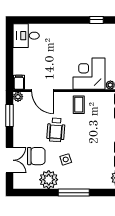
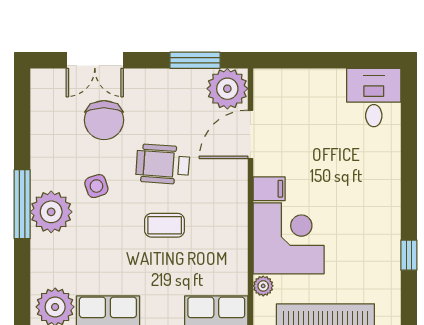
filing cabinet: (19, 82) -> (269, 189), moved
plant: (18, 97) -> (227, 89), width x1.87, depth x1.87
coffee table: (79, 105) -> (165, 225), moved
plant: (49, 180) -> (51, 212), moved

